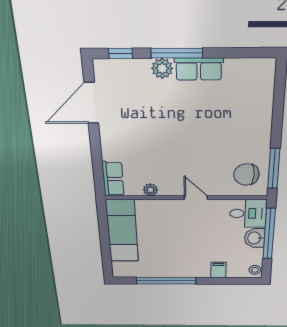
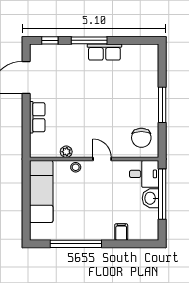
plant: (162, 68) -> (79, 51), removed
window: (274, 169) -> (162, 105), moved
chair: (246, 175) -> (141, 138), turned -90
row of seats: (113, 179) -> (37, 117), moved
stool: (255, 270) -> (76, 167), moved

